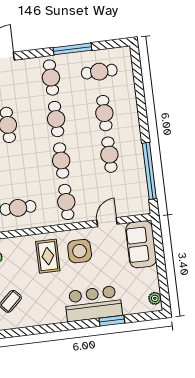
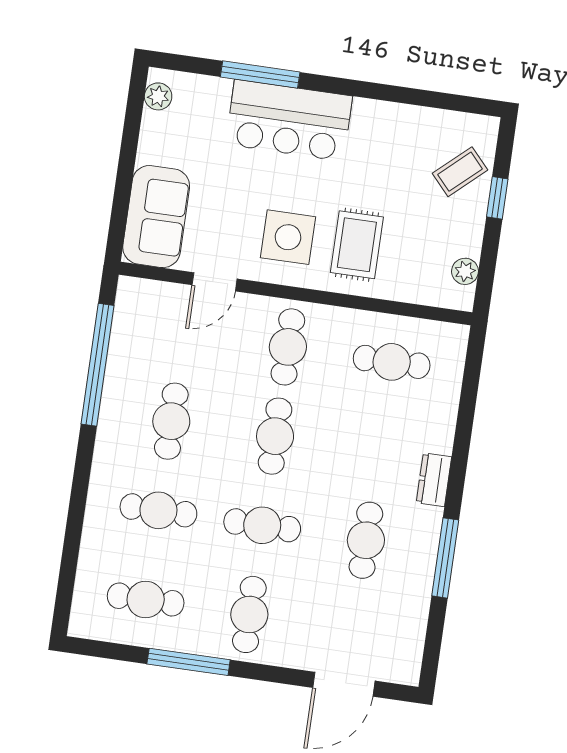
cafe table: (104, 113) -> (158, 510), turned 90
cafe table: (56, 119) -> (262, 525), turned 90
window: (112, 321) -> (260, 74), width x1.44

